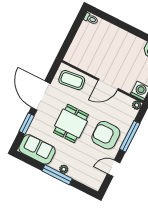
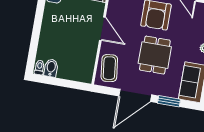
bidet: (87, 29) -> (51, 68), added
dining table: (71, 123) -> (155, 55), turned 90

